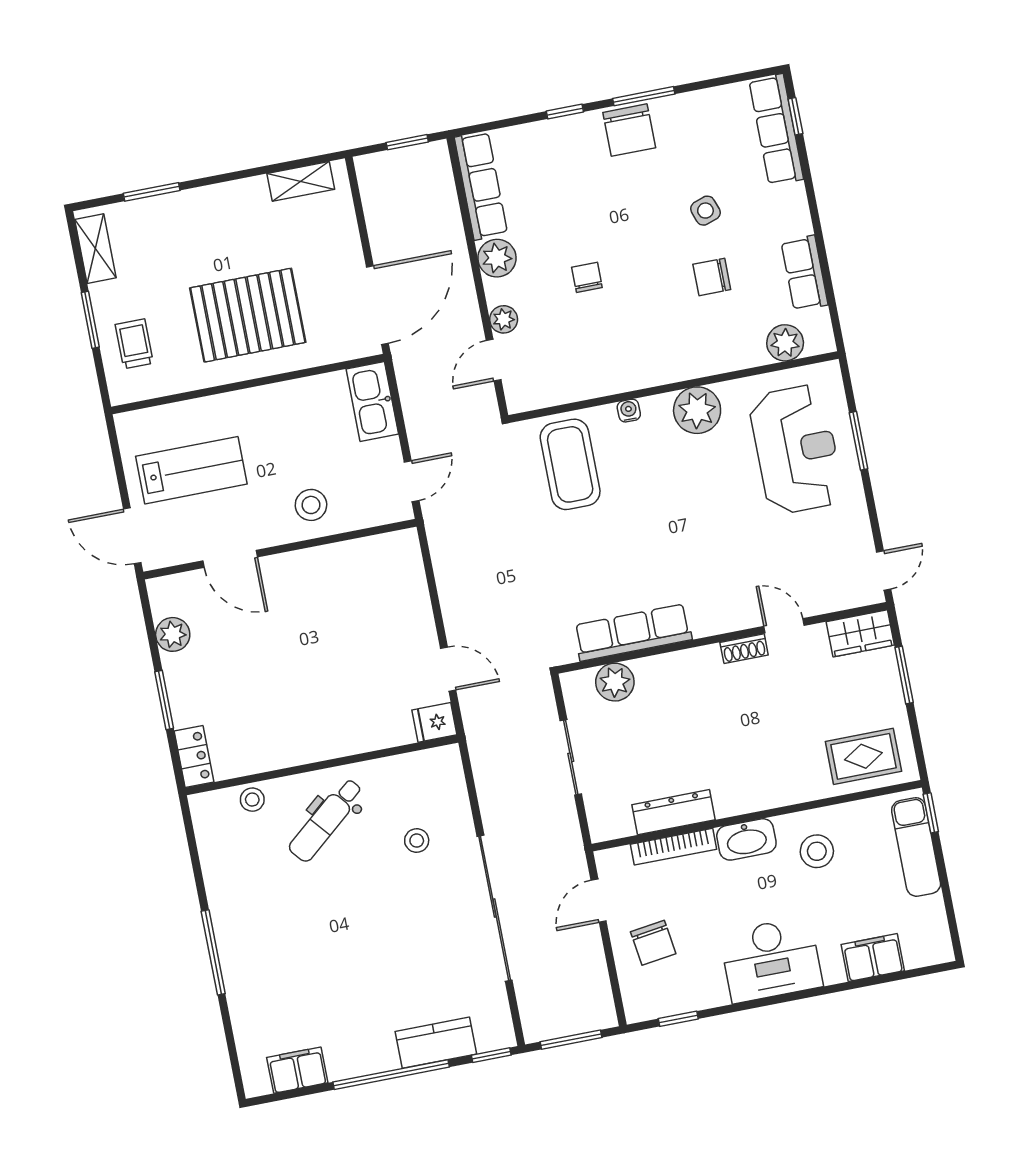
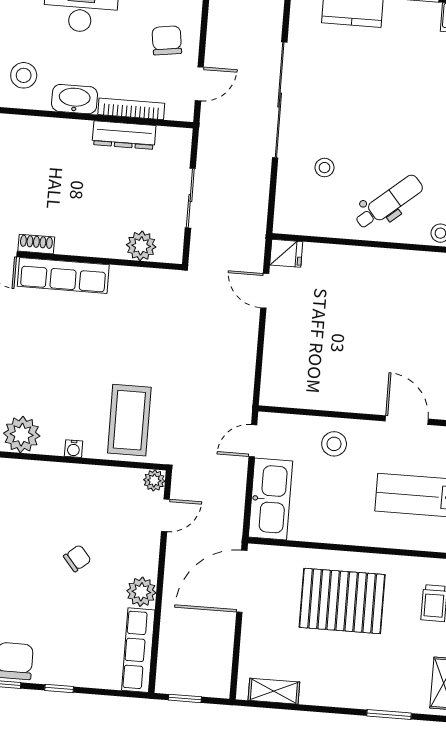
chair: (587, 277) -> (77, 558), turned -130
plant: (504, 319) -> (154, 480), moved
kitchen sink: (372, 402) -> (270, 499), width x1.36, depth x1.24
row of seats: (633, 632) -> (63, 276), moved

